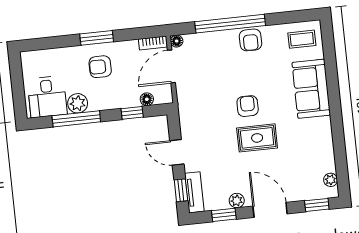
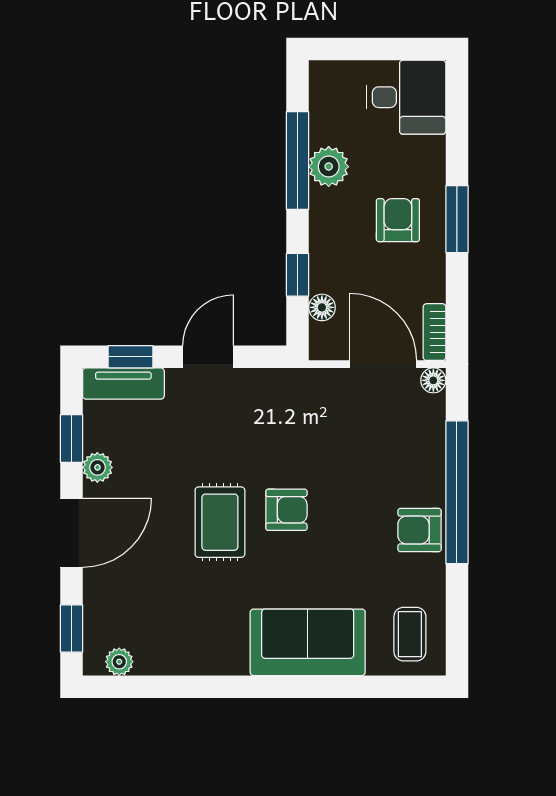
desk: (47, 97) -> (406, 97), moved, turned 180

